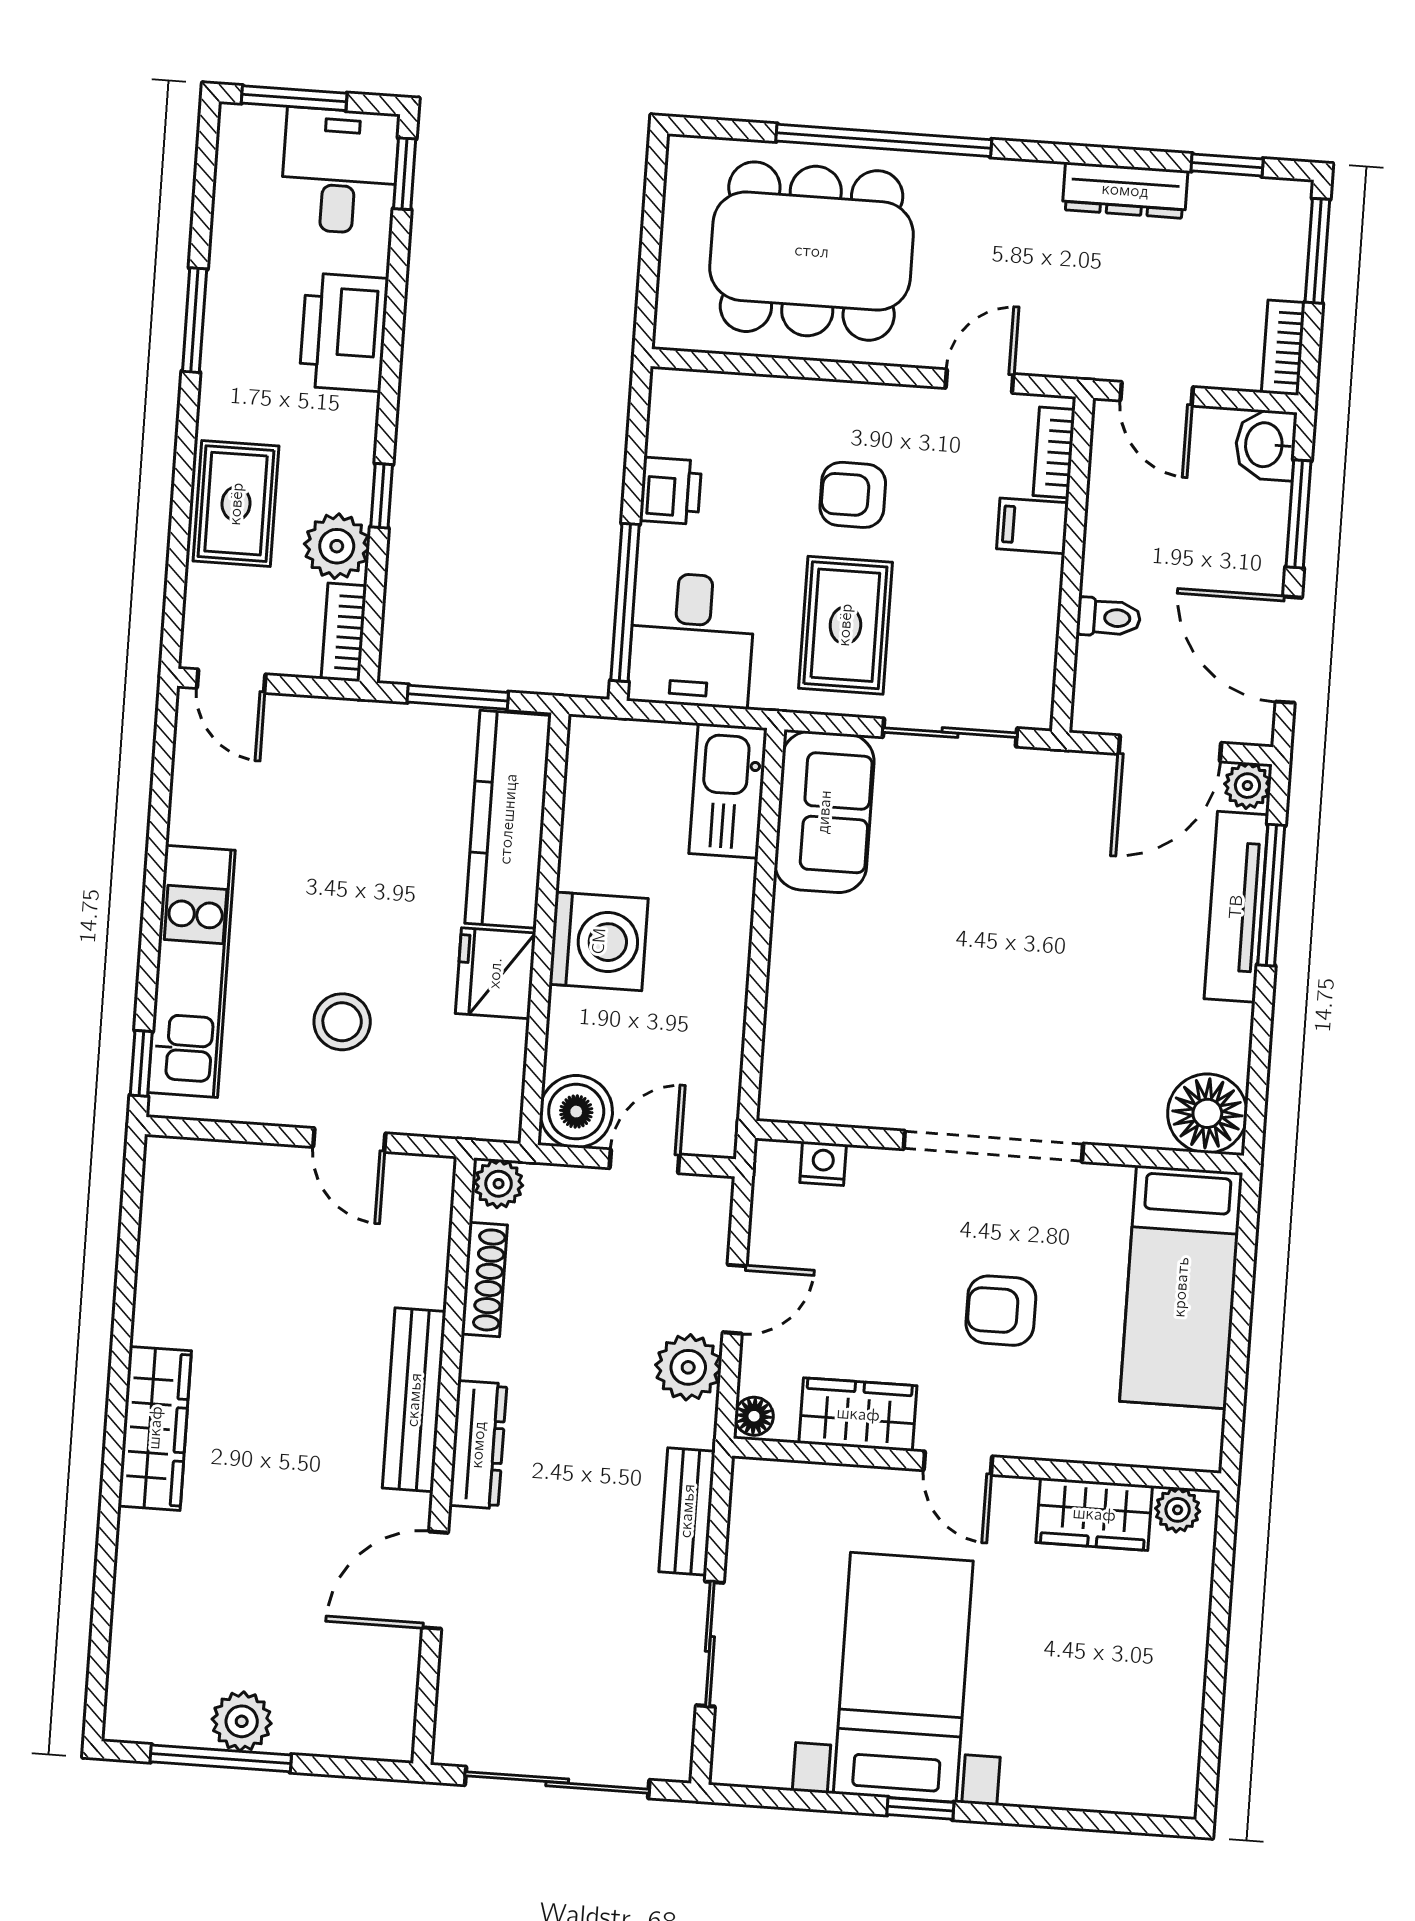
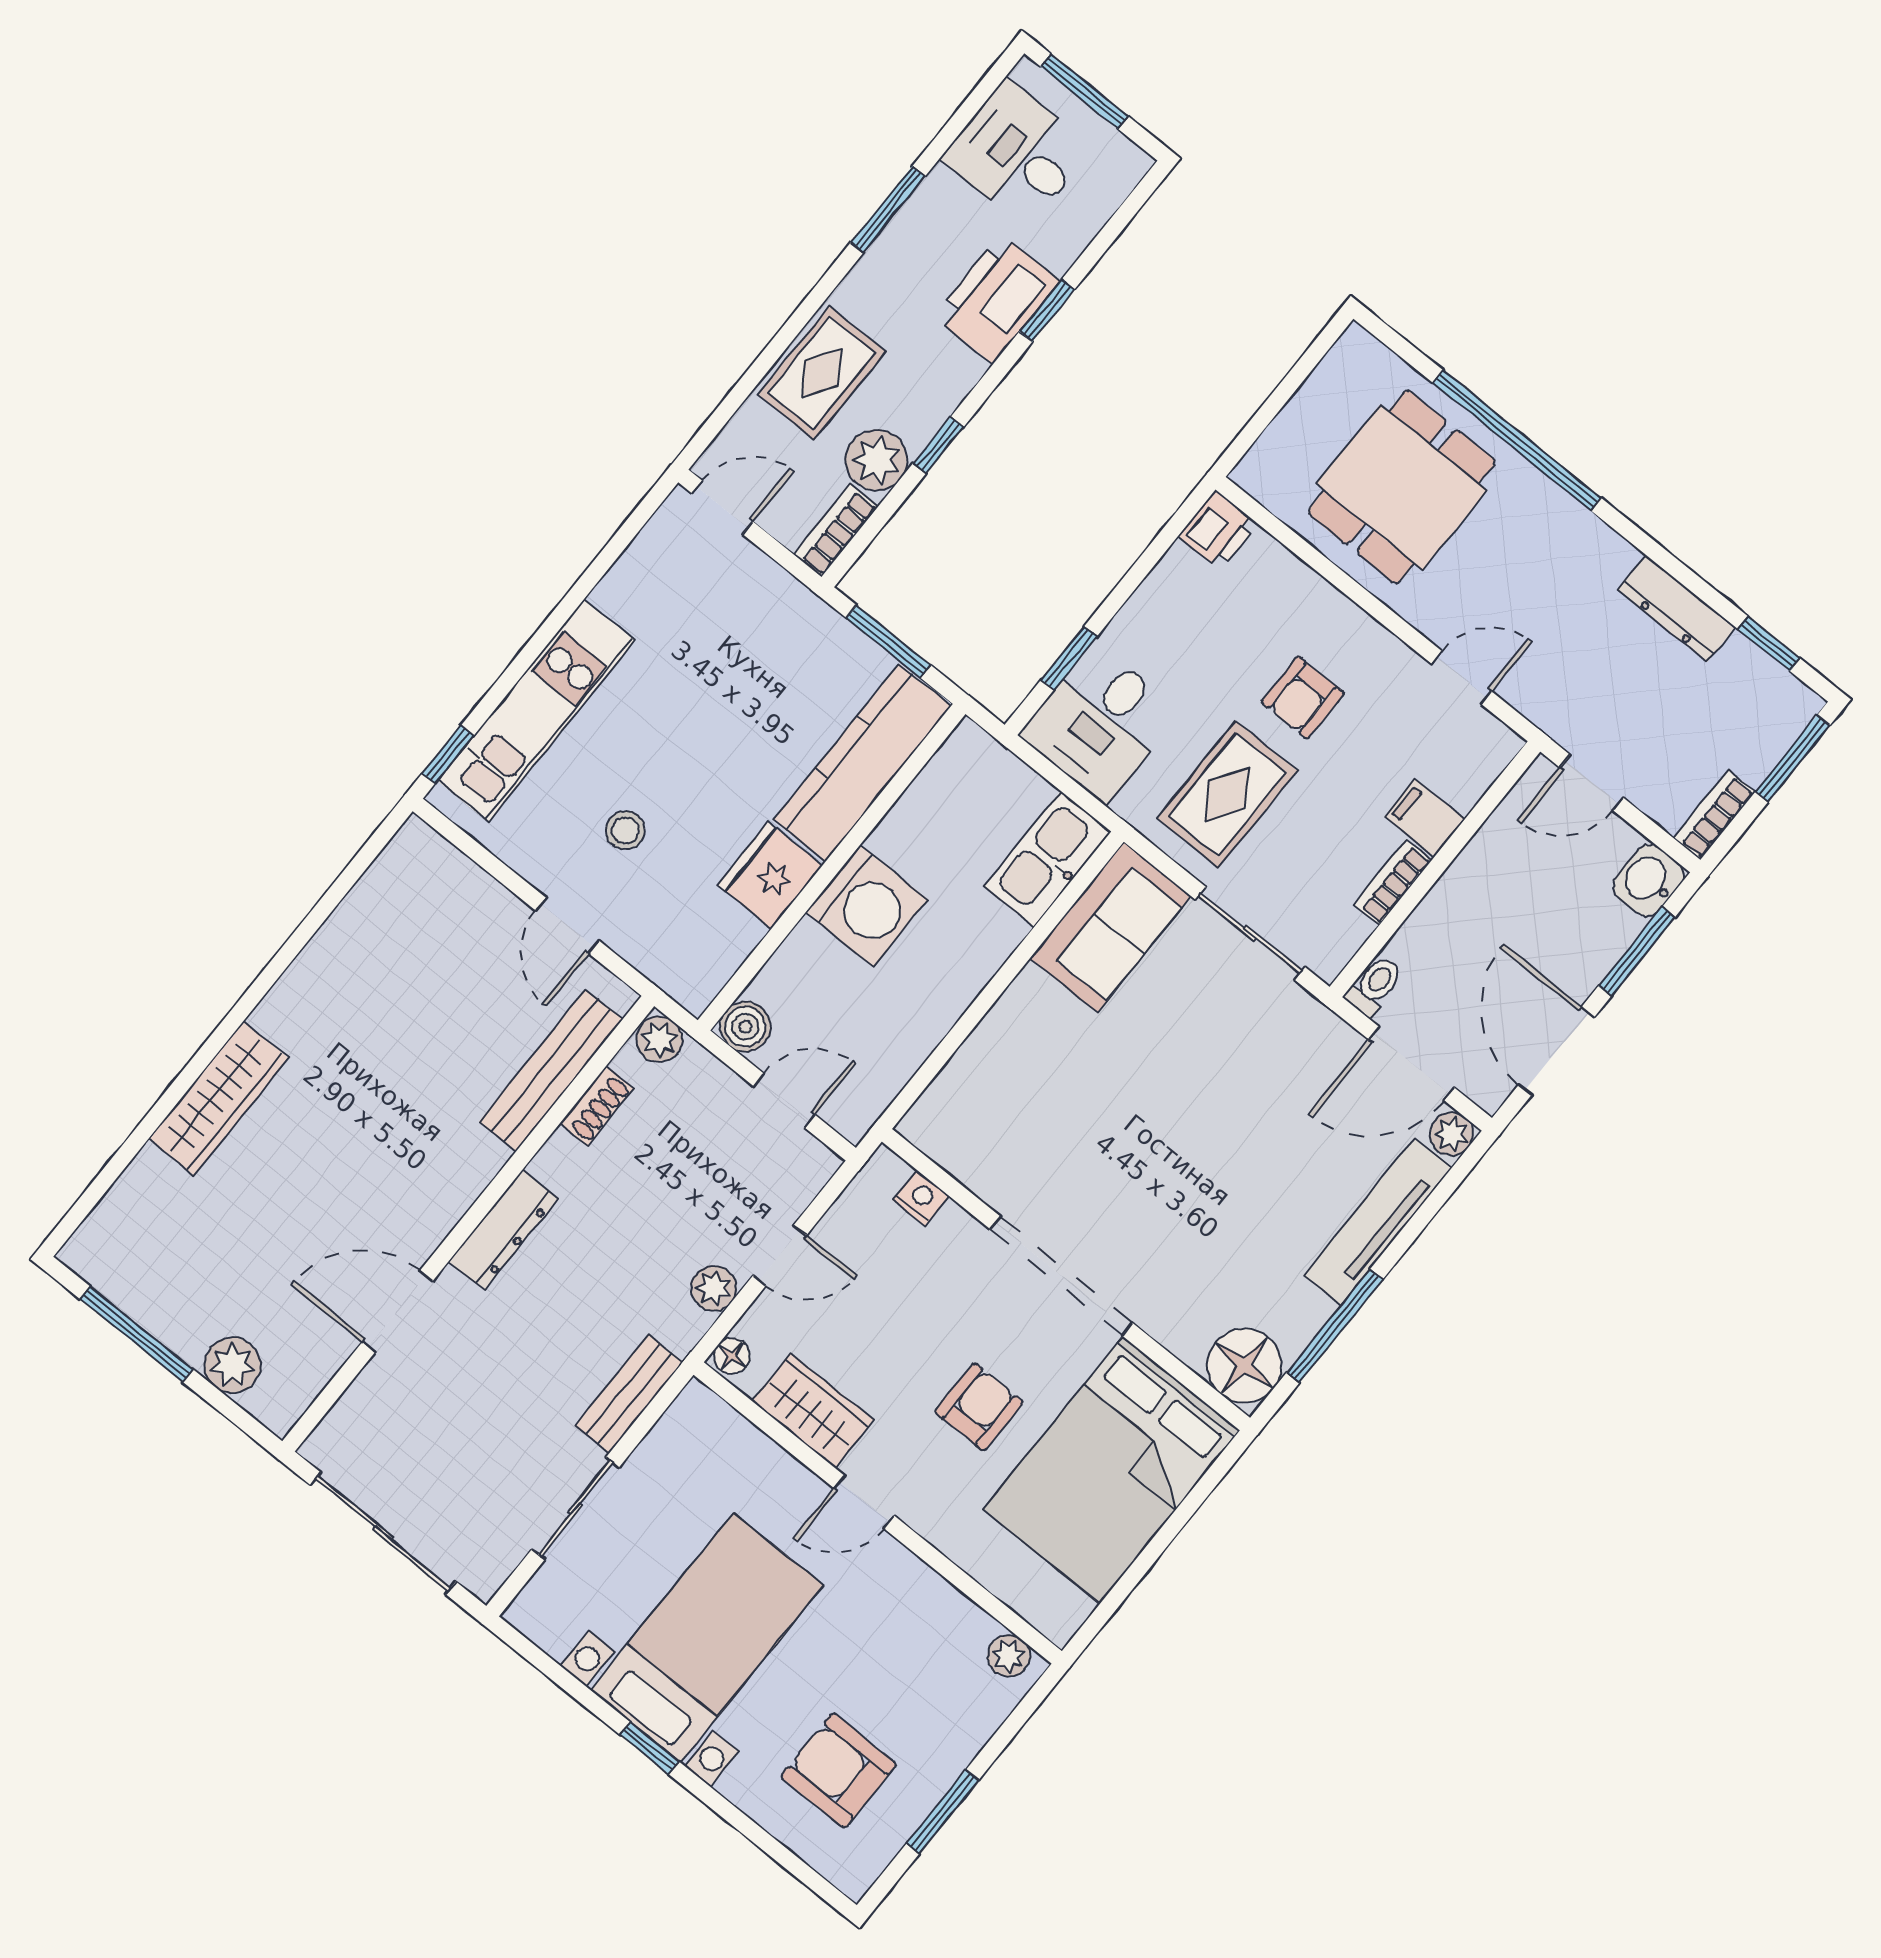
desk: (340, 171) -> (1017, 153), moved, turned -90
window: (405, 174) -> (1047, 311), moved
dining table: (812, 251) -> (1402, 487), width x0.73
door: (1157, 394) -> (1592, 783), hinge flipped
bookcase: (1054, 453) -> (1393, 882), moved
printer: (671, 491) -> (1218, 530), moved
armchair: (853, 495) -> (1303, 697), turned -90
window: (625, 602) -> (1069, 658), width x0.46
toilet: (1108, 617) -> (1374, 986), moved, turned -90
door: (231, 681) -> (723, 508), swing flipped
window: (1271, 895) -> (1335, 1326), moved
stool: (342, 1022) -> (625, 830), width x0.73, depth x0.73
boiler: (576, 1112) -> (745, 1027), width x0.73, depth x0.73
shoe rack: (484, 1280) -> (597, 1106), width x0.70
bed: (1181, 1287) -> (1112, 1470), width x1.50
armchair: (1001, 1311) -> (979, 1407), turned 90
plant: (688, 1367) -> (714, 1288), width x0.73, depth x0.73
bench: (414, 1400) -> (551, 1071), moved
wardrobe: (155, 1428) -> (218, 1098), moved
door: (958, 1463) -> (864, 1502), hinge flipped
wardrobe: (1094, 1514) -> (942, 1614), removed
window: (1215, 1686) -> (943, 1812), added
armchair: (1099, 1713) -> (839, 1770), added
plant: (242, 1721) -> (232, 1365), moved

